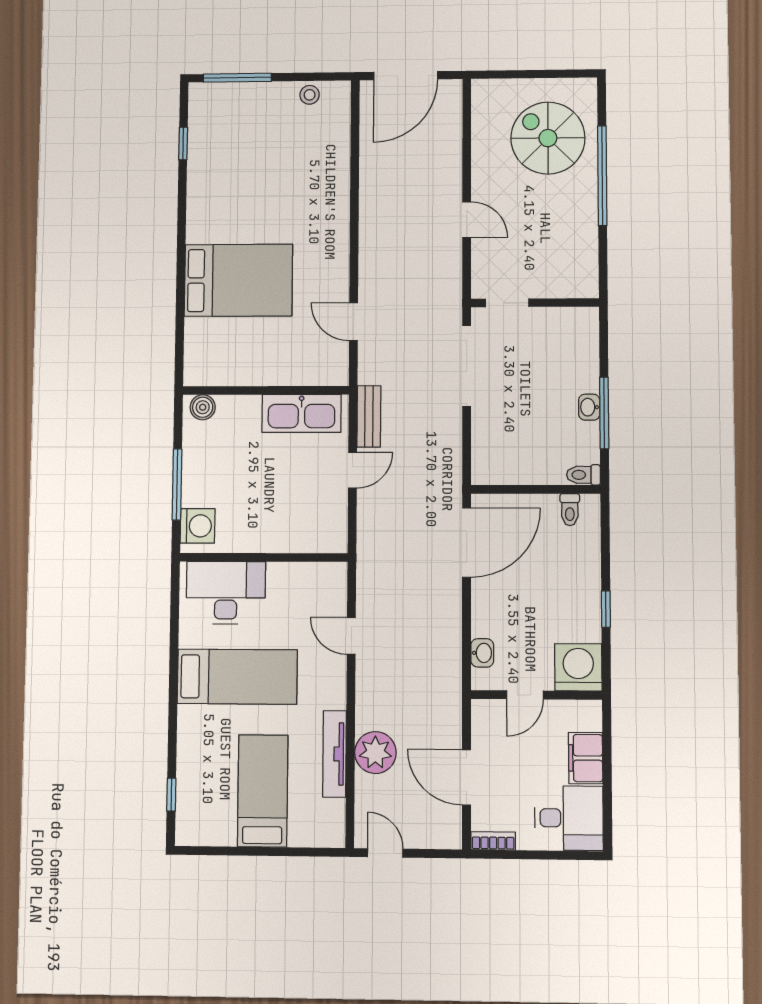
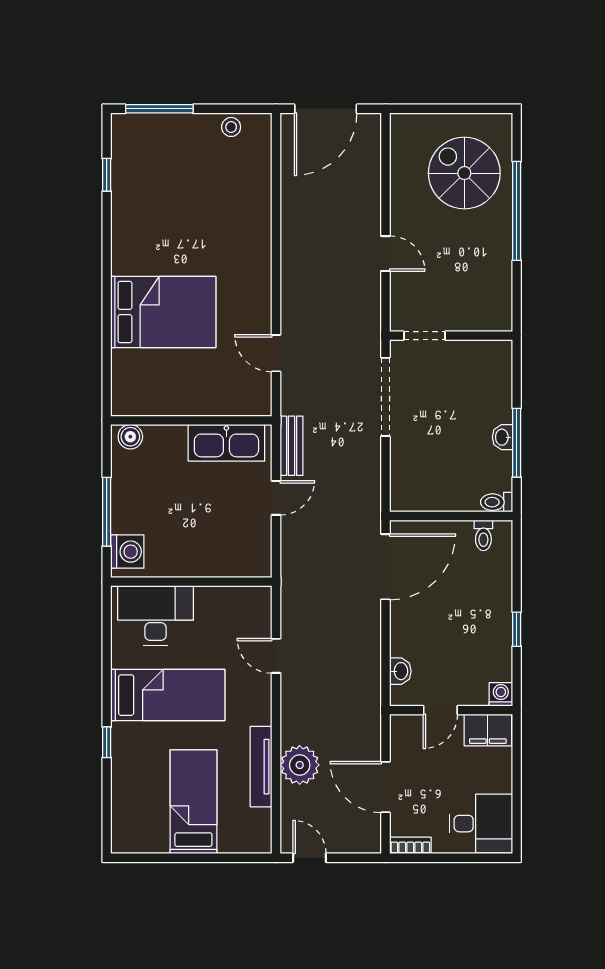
washing machine: (578, 667) -> (501, 694), width x0.53, depth x0.53
filing cabinet: (586, 758) -> (488, 730), moved, turned -90
window: (171, 795) -> (107, 742), moved

